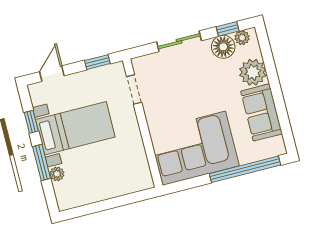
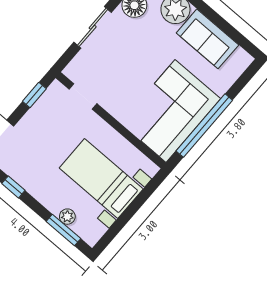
bed with nightstands: (75, 128) -> (101, 178), moved, turned -90
window: (42, 162) -> (63, 230), moved
window: (245, 169) -> (204, 126), moved

